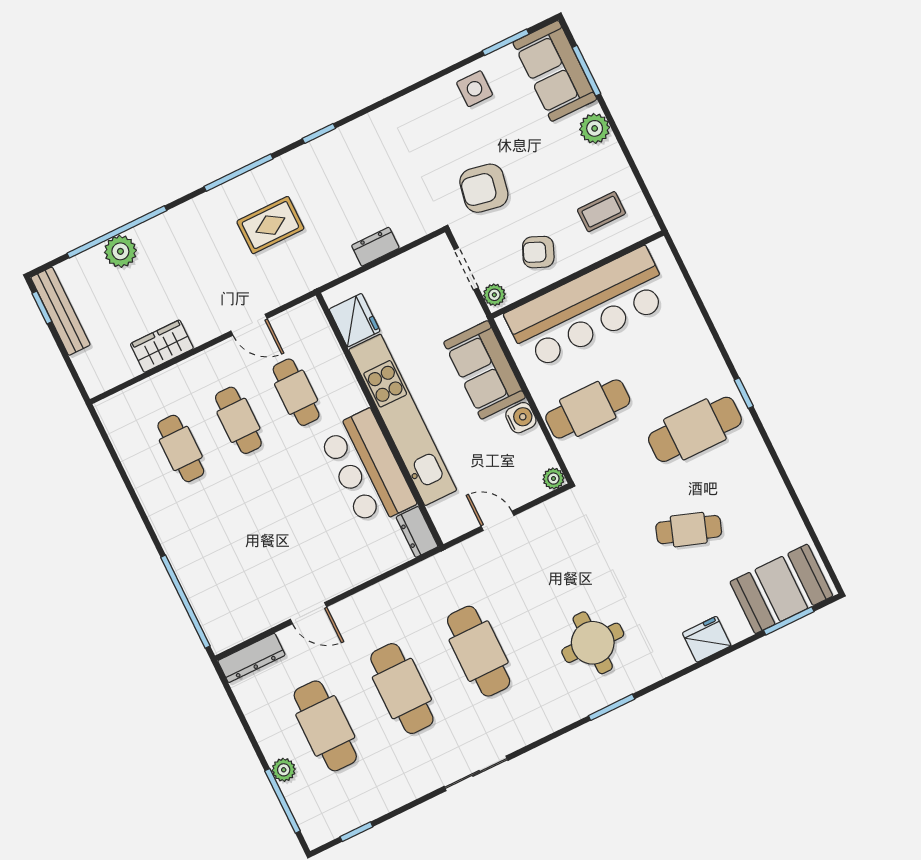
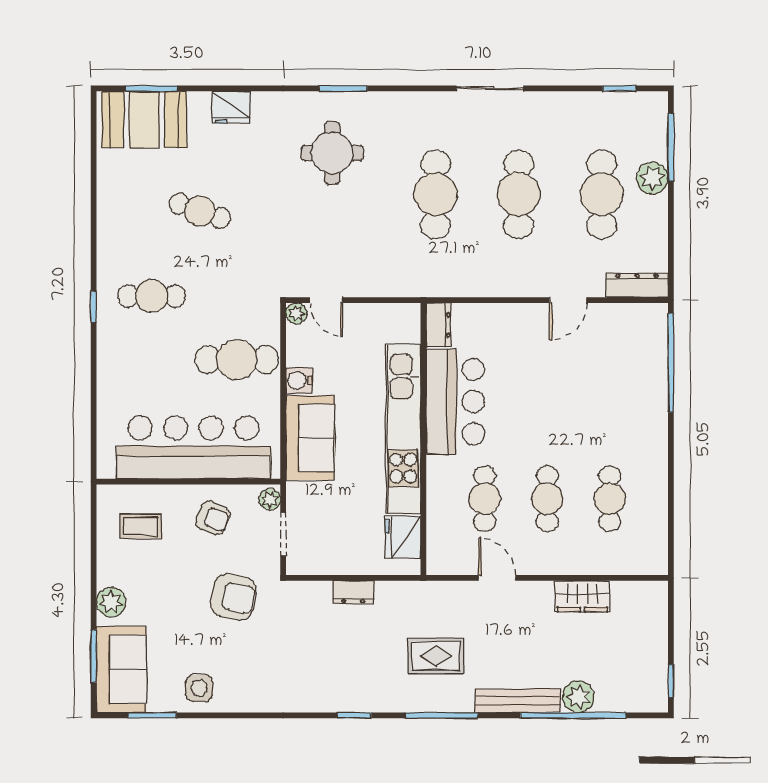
bench: (60, 311) -> (518, 701), moved, turned 90
cafe table: (695, 429) -> (152, 296), width x0.73, depth x0.74
door: (497, 521) -> (326, 300), moved
door: (309, 613) -> (568, 300), swing flipped
plant: (284, 770) -> (652, 178), width x1.38, depth x1.38

